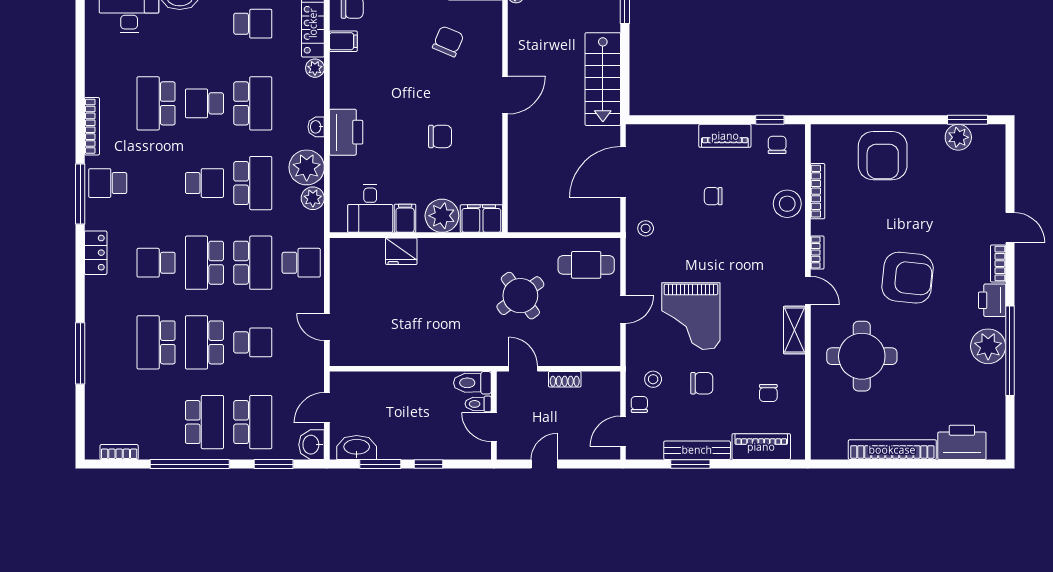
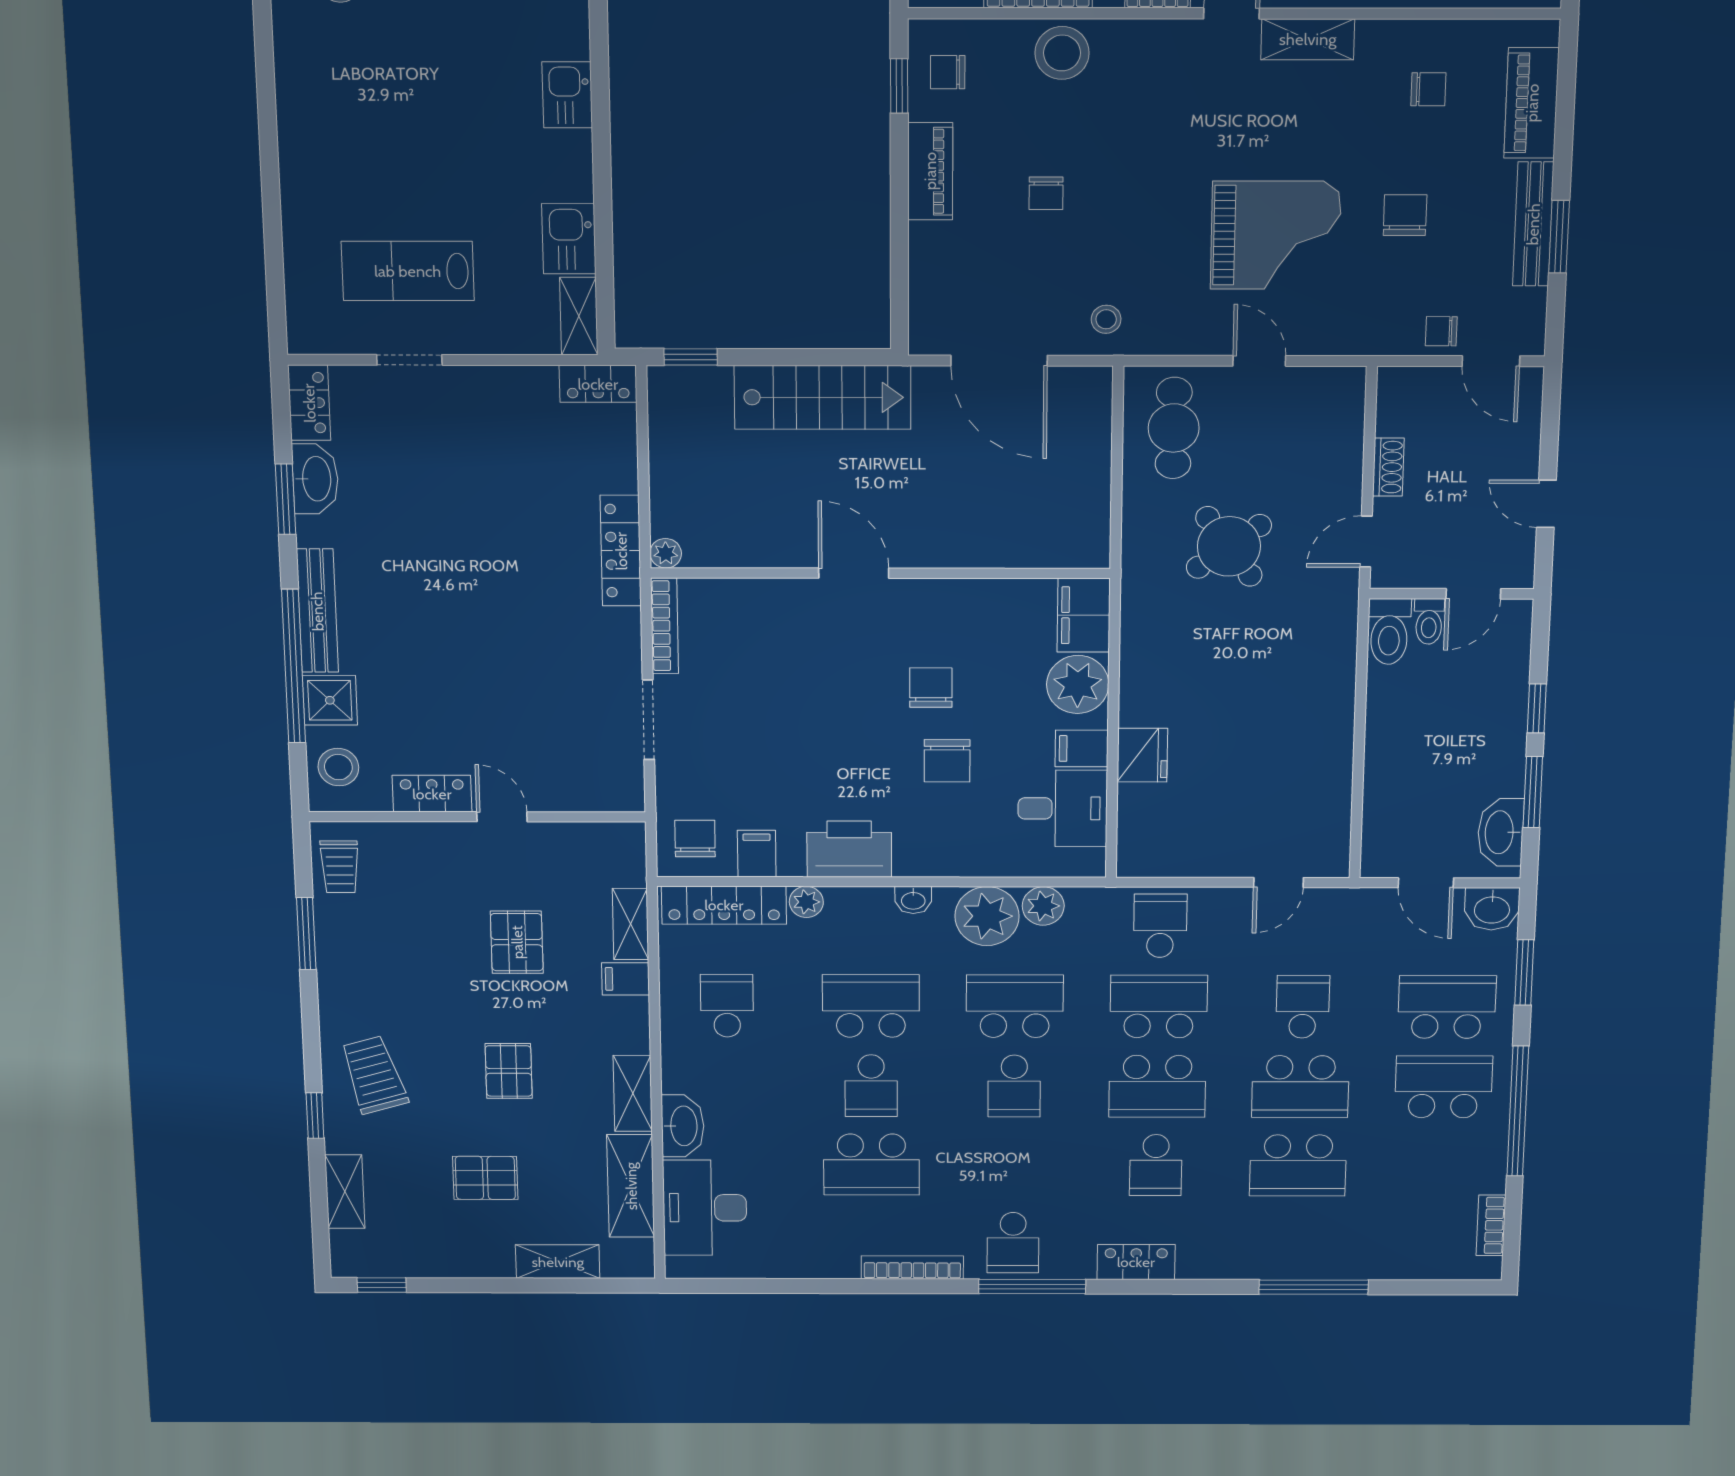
chair: (448, 41) -> (947, 761), moved, turned -113
printer: (346, 132) -> (849, 849), moved
school desk: (204, 183) -> (1014, 1086), turned 180
stool: (653, 379) -> (1394, 306), removed

